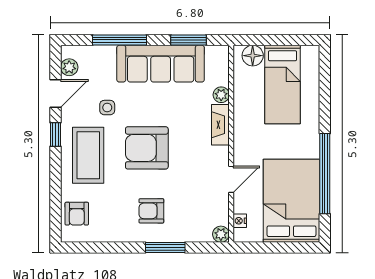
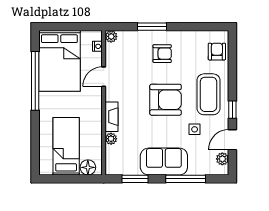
sofa: (161, 64) -> (164, 162), width x0.73

